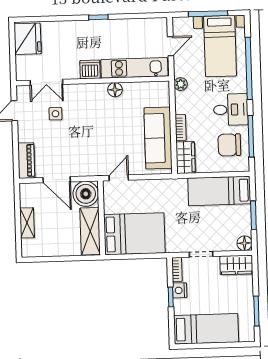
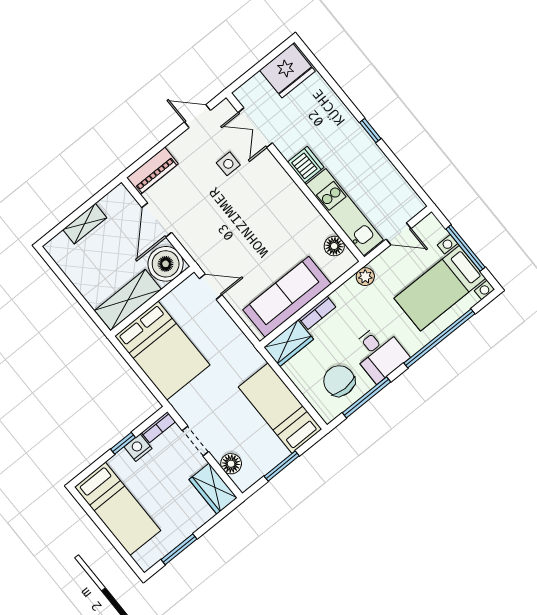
floor lamp: (115, 90) -> (334, 246), moved
floor lamp: (244, 243) -> (231, 464), moved

